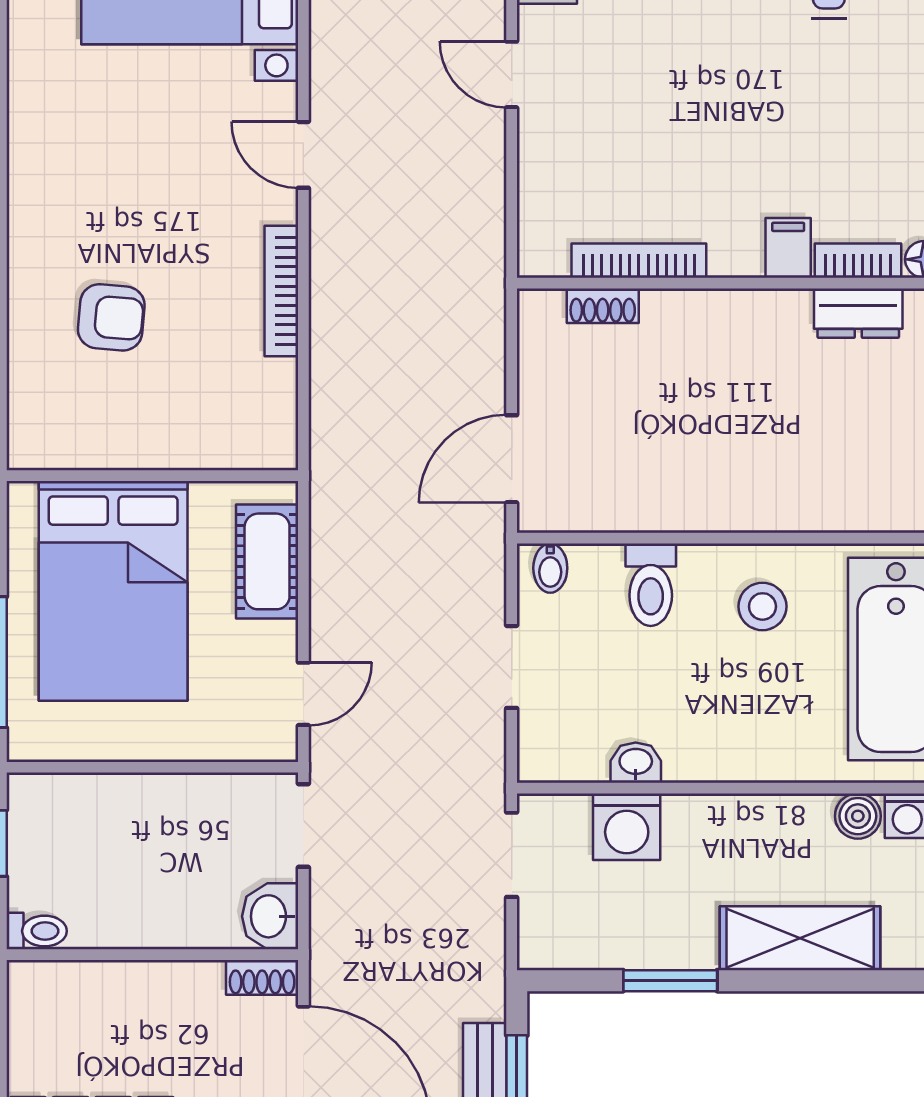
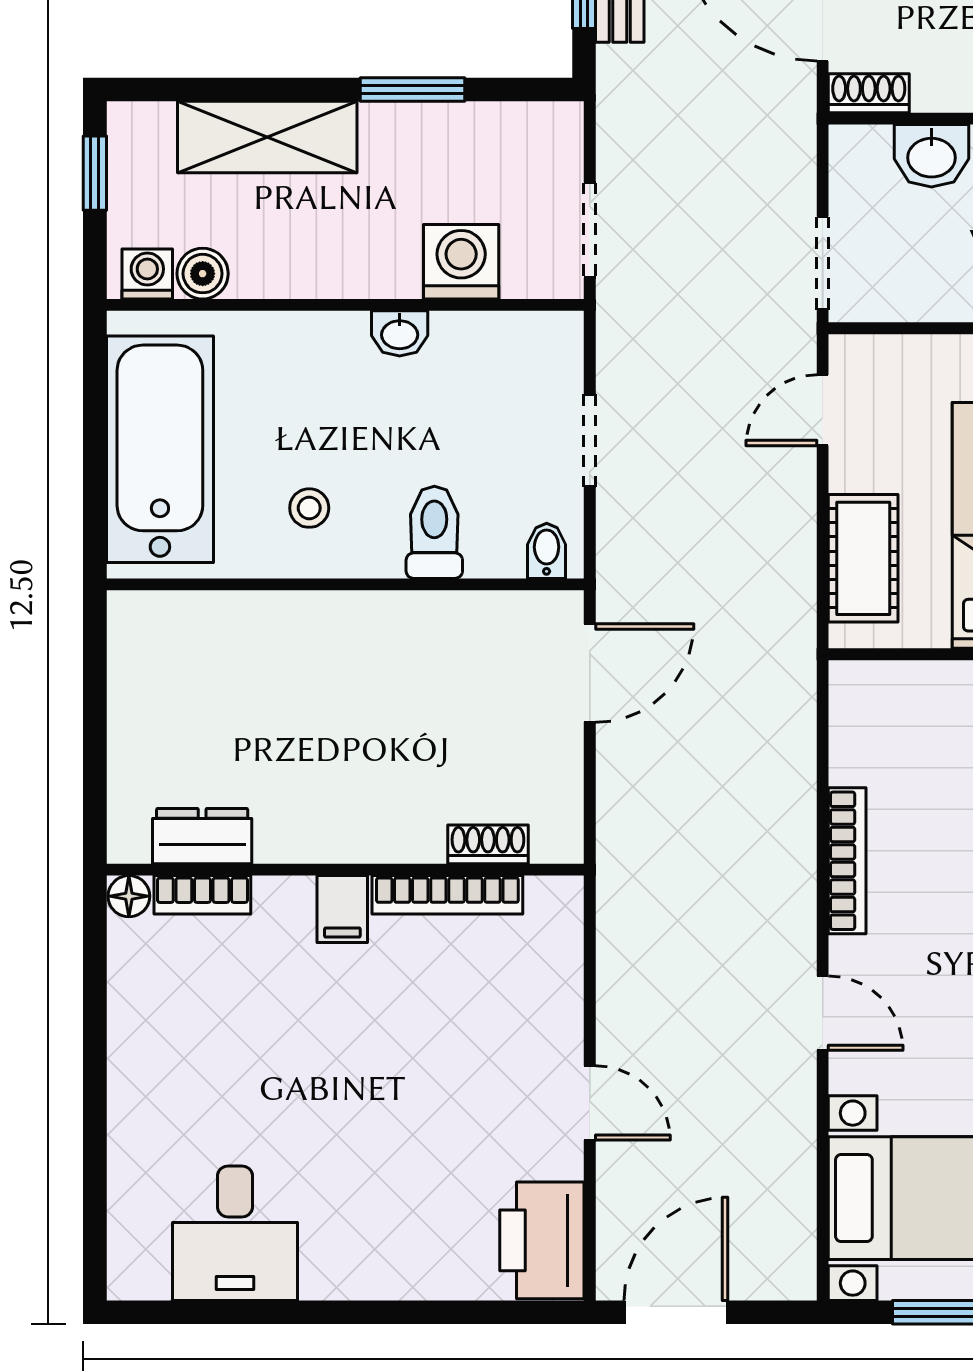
filing cabinet: (788, 248) -> (342, 909), moved
stool: (762, 606) -> (309, 508), width x0.73, depth x0.73
washbasin: (636, 763) -> (400, 333), moved
washbasin: (270, 916) -> (931, 156), moved, turned 90

